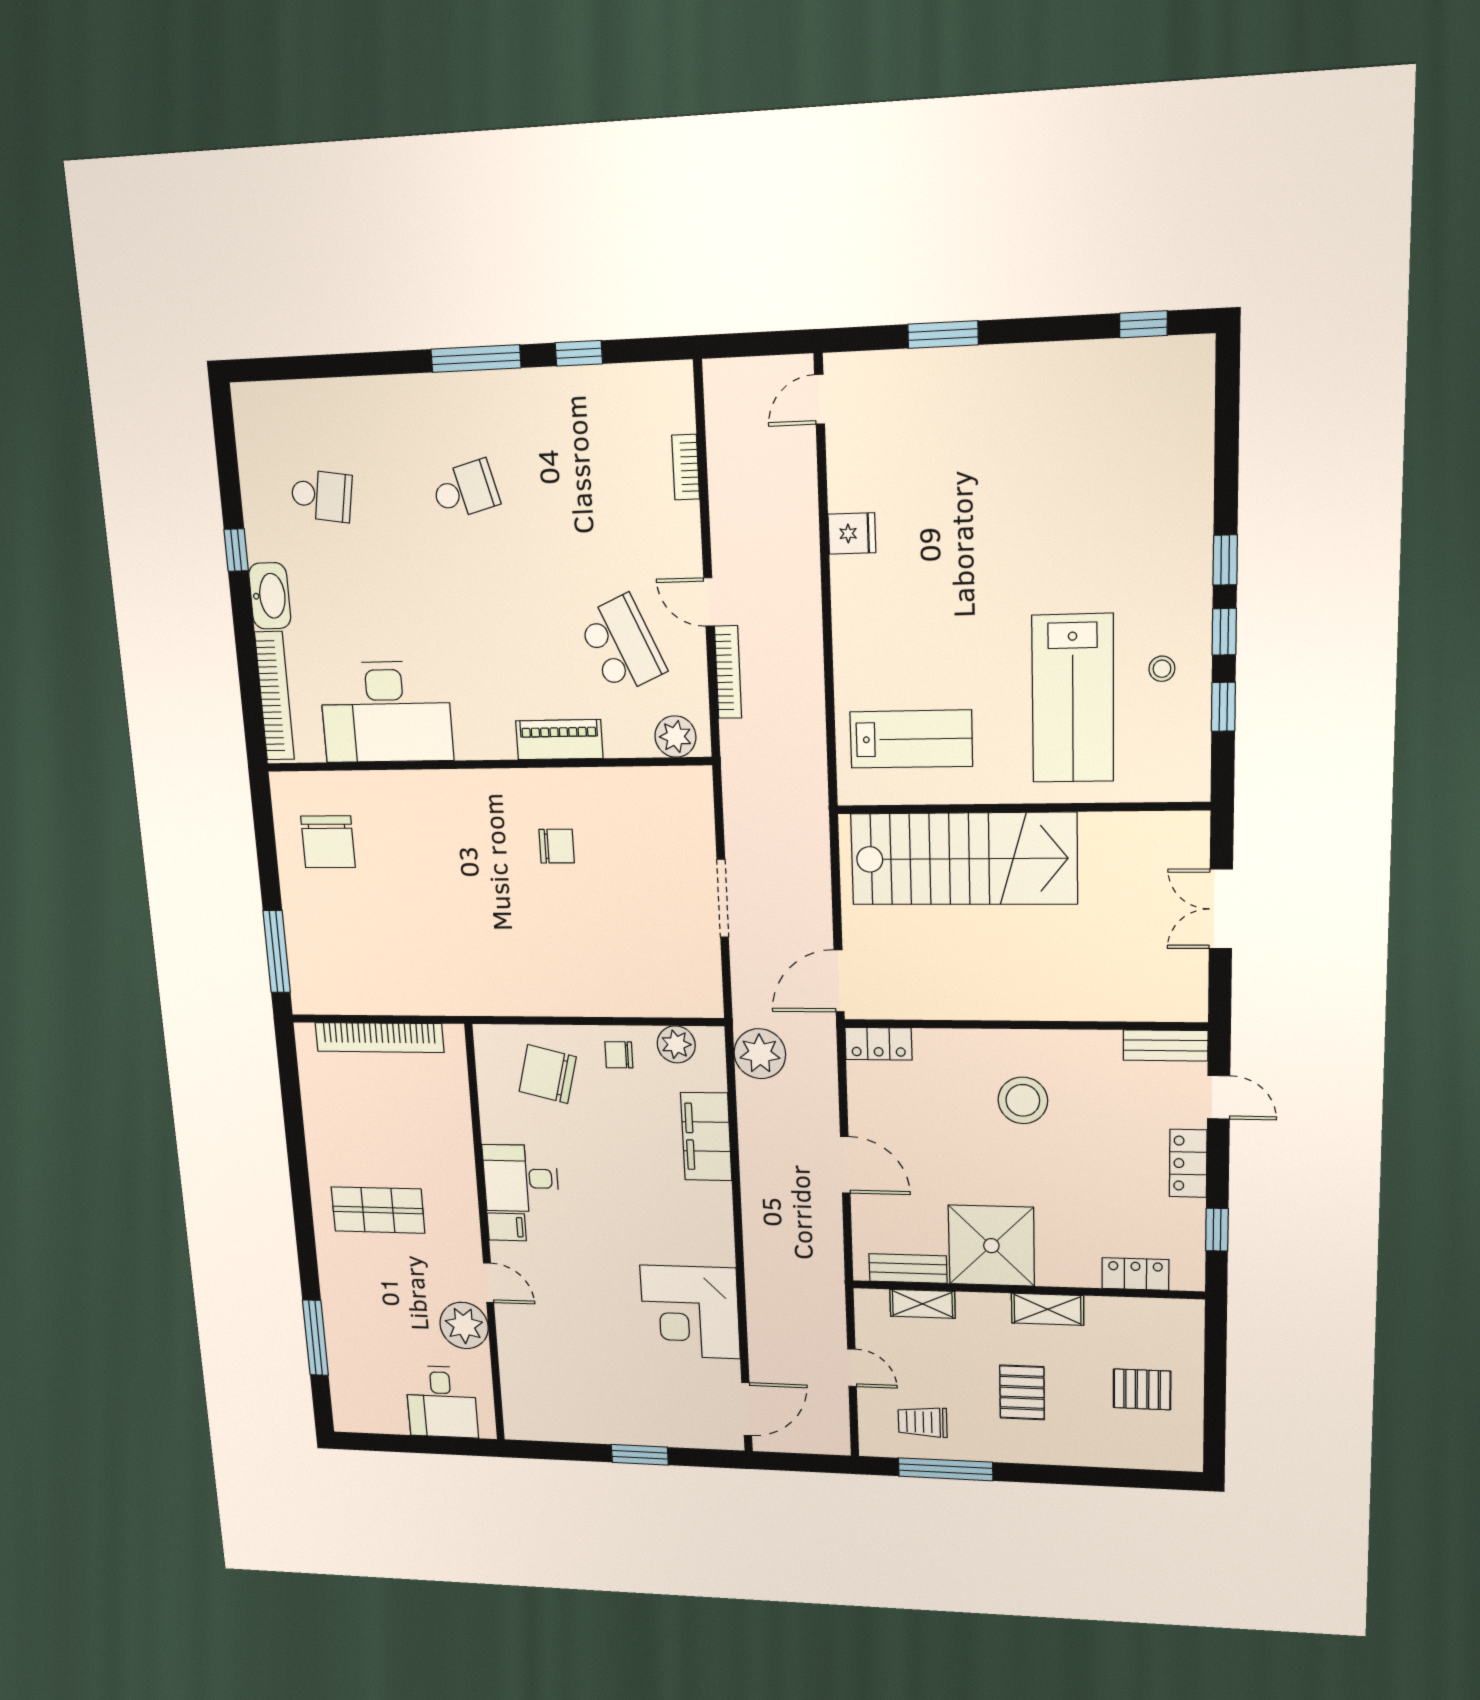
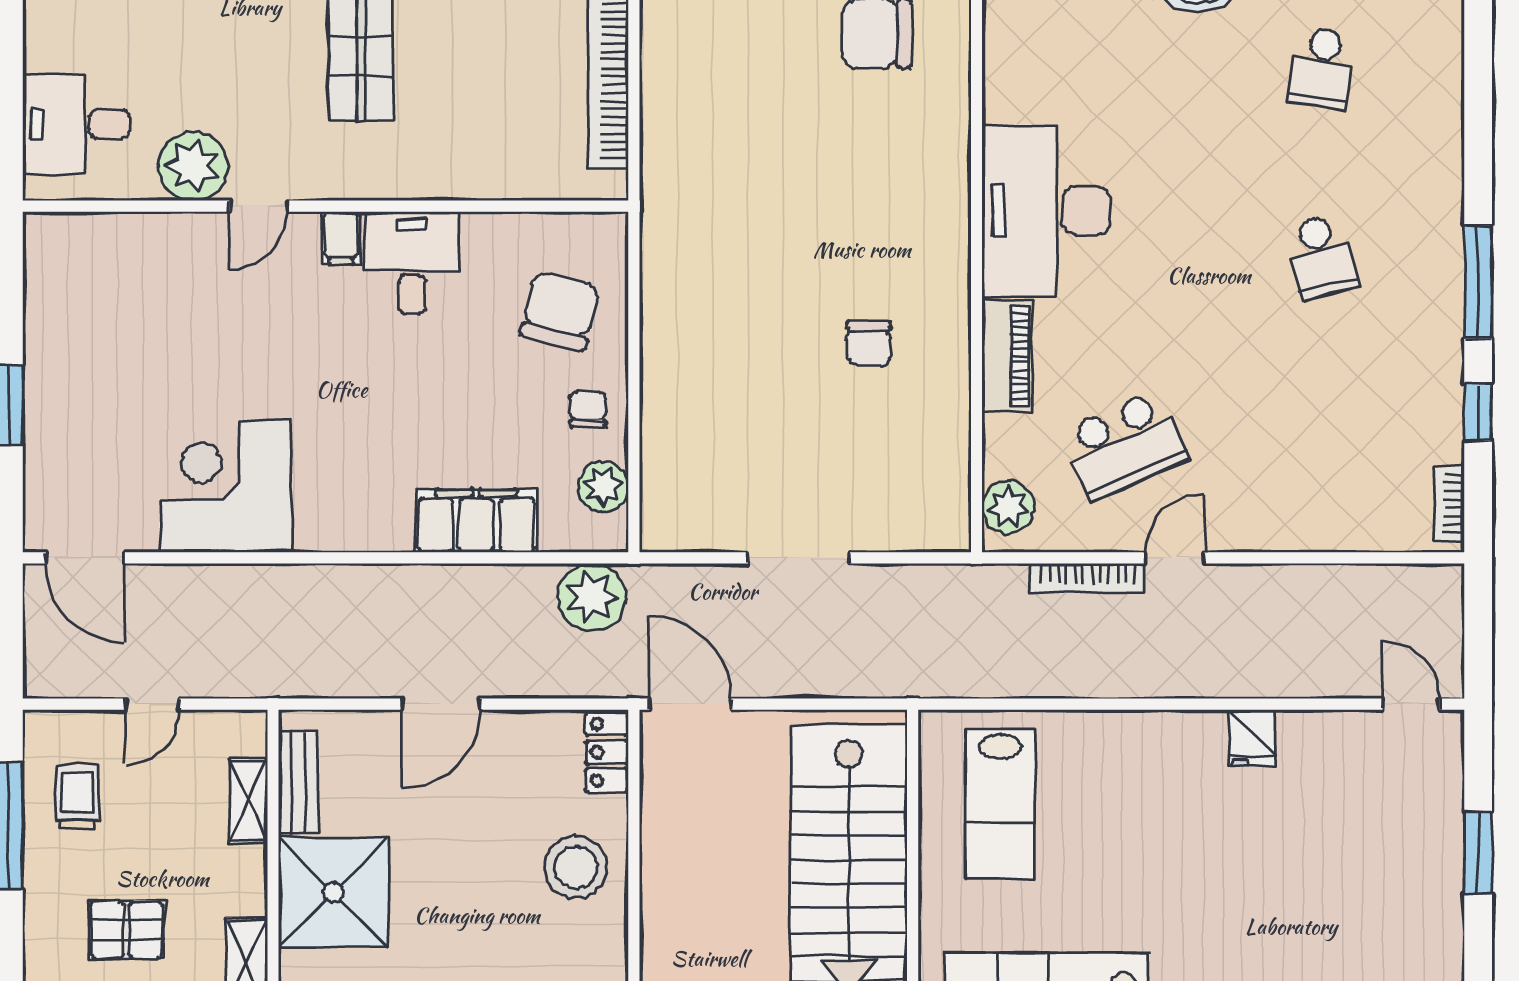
bookcase: (686, 467) -> (1449, 504), moved, turned -90
desk: (386, 712) -> (1046, 211), moved
stool: (1023, 1100) -> (576, 867), moved

